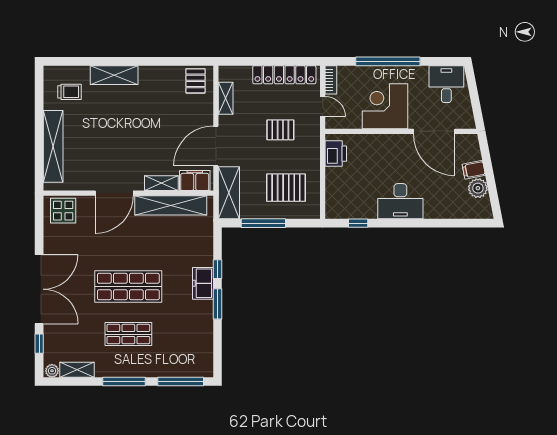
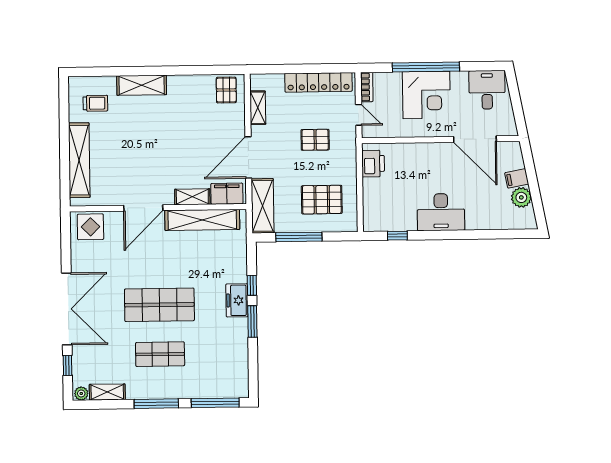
corner desk: (385, 106) -> (426, 95), moved, turned 180

